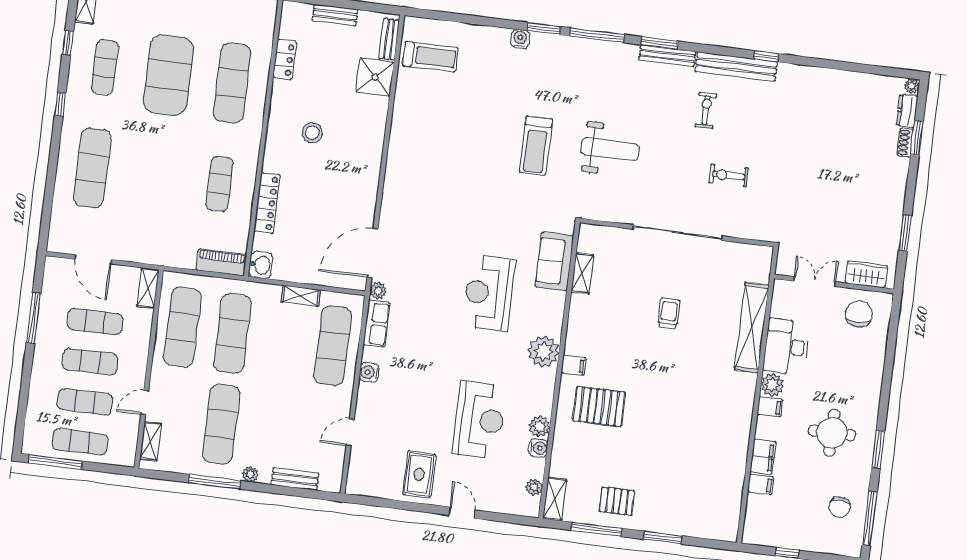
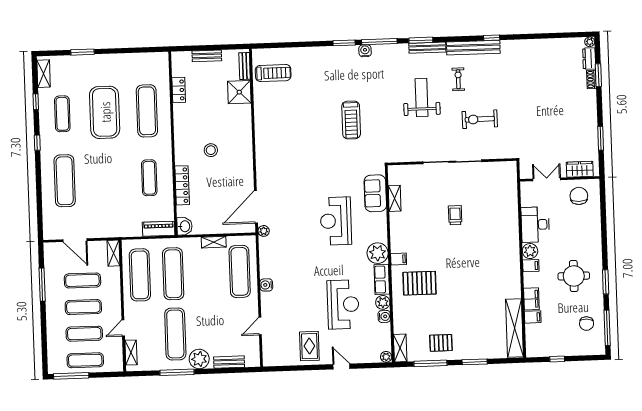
water cooler: (520, 39) -> (365, 51), moved
stool: (312, 133) -> (211, 150), moved
weight bench: (610, 149) -> (422, 97), moved, turned -90
exercise bike: (729, 175) -> (480, 119), width x1.38, depth x1.39
row of seats: (377, 324) -> (382, 279), moved, turned 180
shelving: (752, 327) -> (514, 328), moved
plant: (250, 474) -> (199, 359), width x1.87, depth x1.87
plant: (534, 487) -> (386, 357), moved

